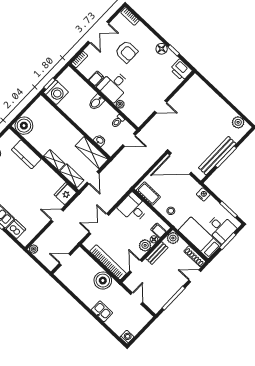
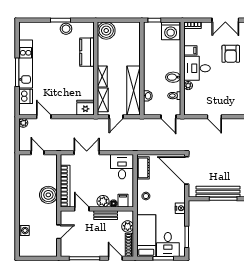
washing machine: (56, 92) -> (171, 31), moved
bidet: (96, 102) -> (173, 77), moved
shelving: (92, 153) -> (133, 90), width x1.47
door: (57, 215) -> (44, 117), moved
plant: (173, 238) -> (128, 226), moved
door: (136, 266) -> (82, 209), hinge flipped
kitchen sink: (102, 311) -> (25, 215), removed
washing machine: (127, 337) -> (24, 231), moved

